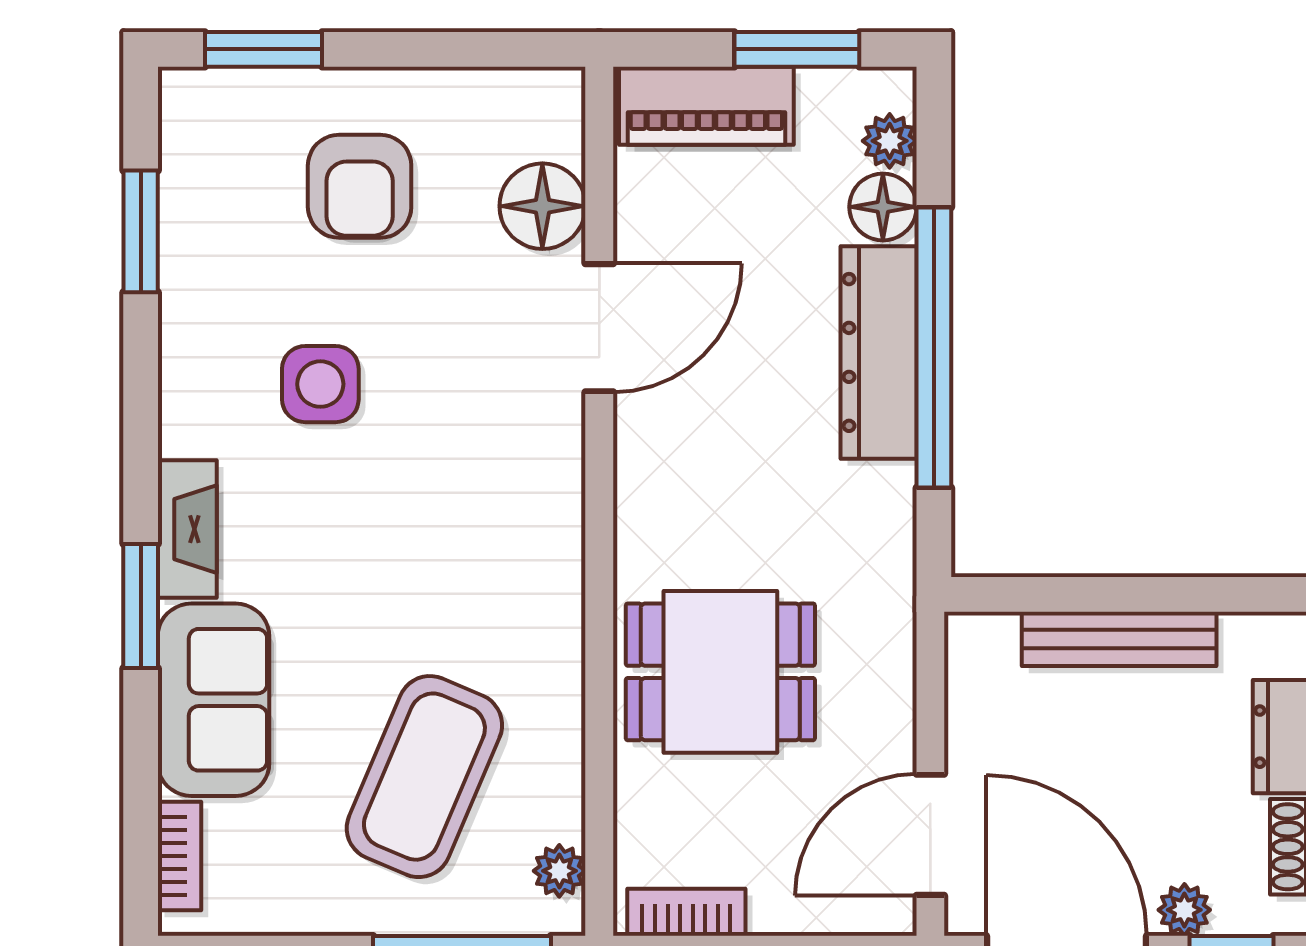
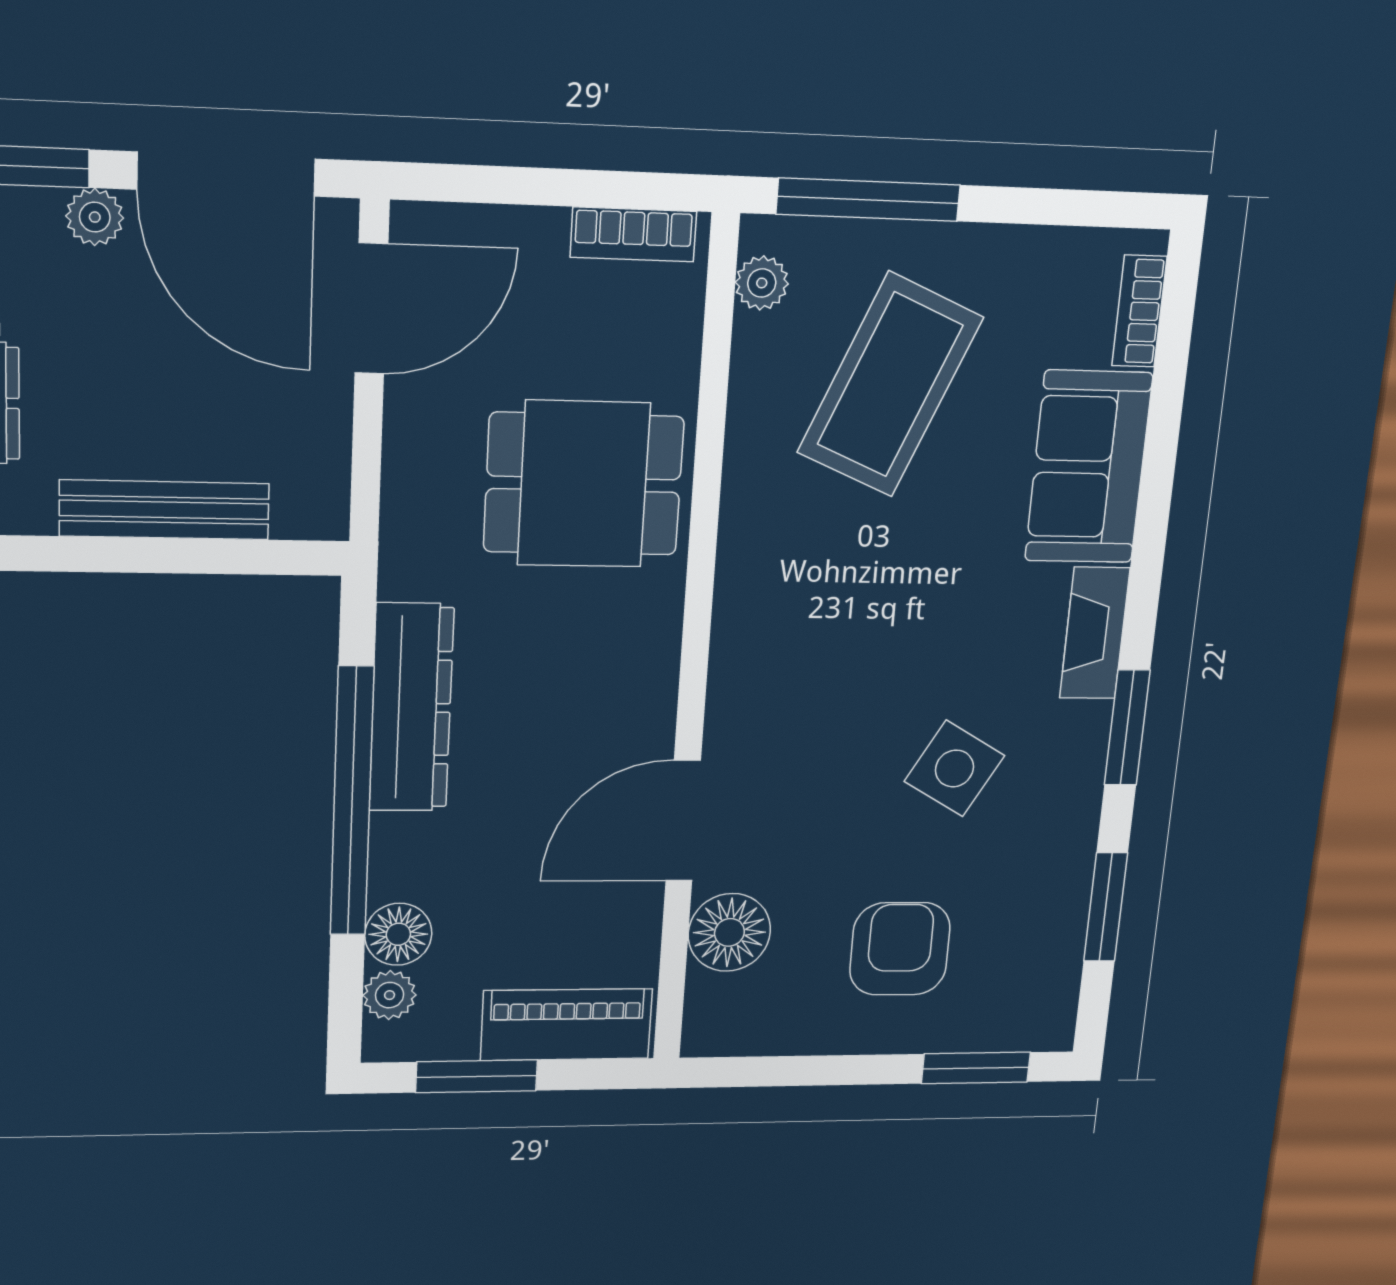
dresser: (879, 352) -> (411, 708), moved
side table: (320, 384) -> (954, 768), turned 30
window: (141, 606) -> (1127, 728), moved

